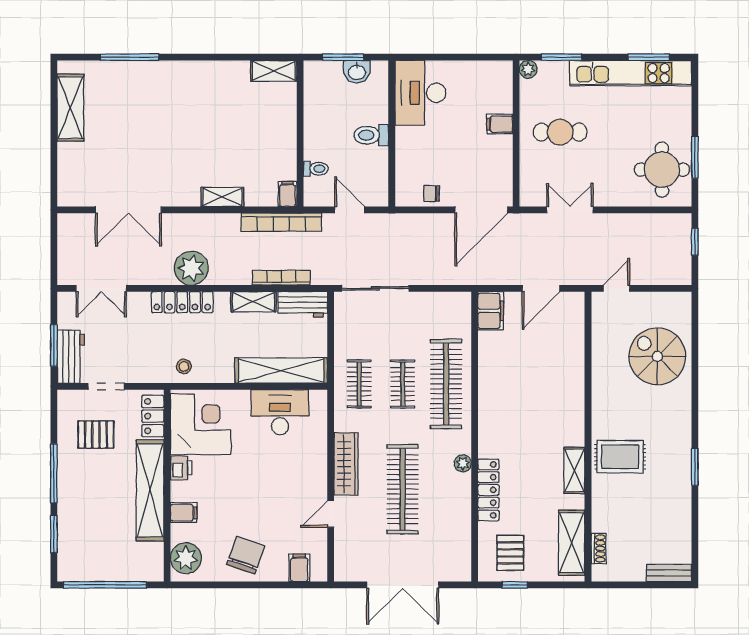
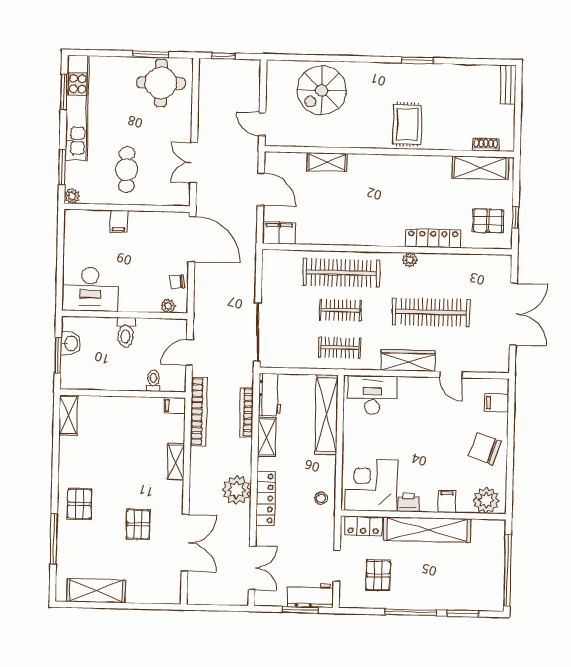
pallet: (171, 86) -> (79, 504), added
pallet: (149, 155) -> (138, 524), added
plant: (403, 184) -> (168, 306), added
chair: (431, 194) -> (177, 282), turned 83
desk: (280, 412) -> (372, 395), moved, turned 90
shelving: (574, 470) -> (327, 162), moved

